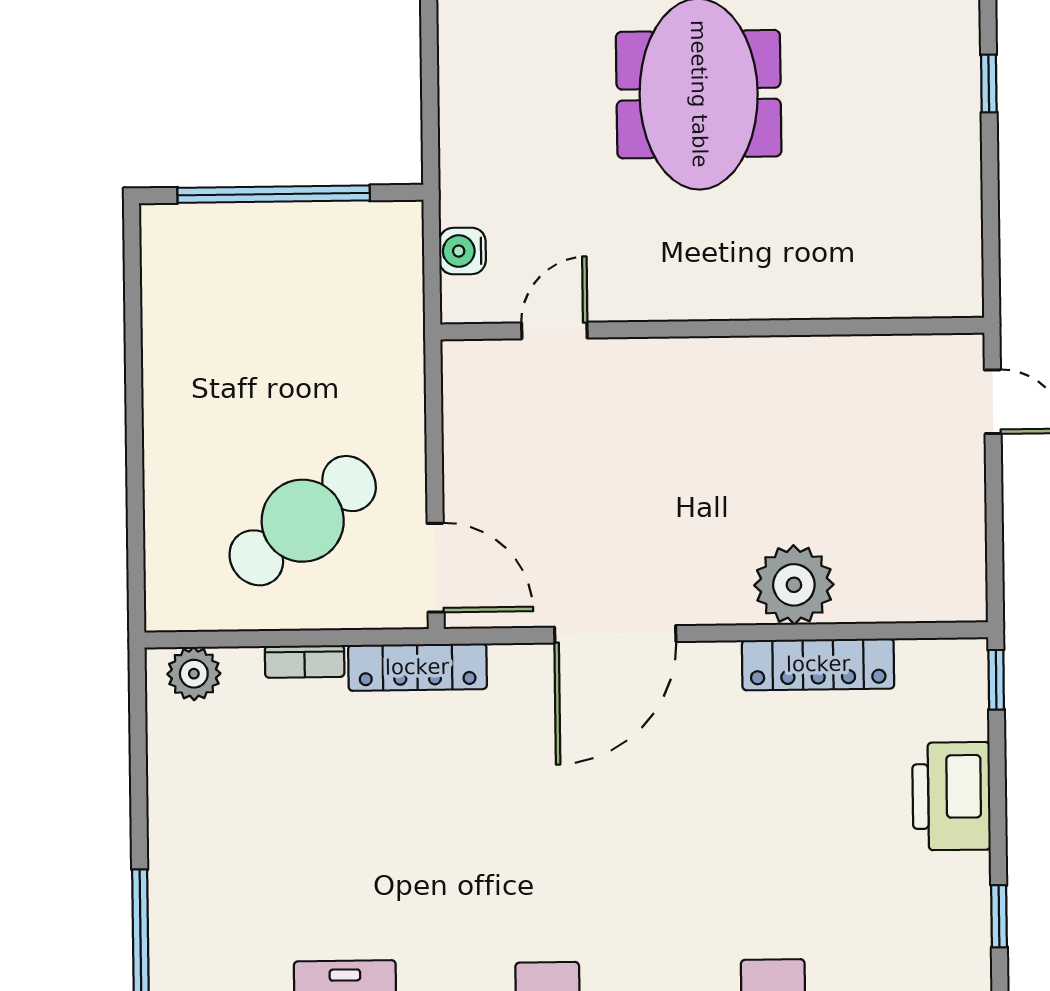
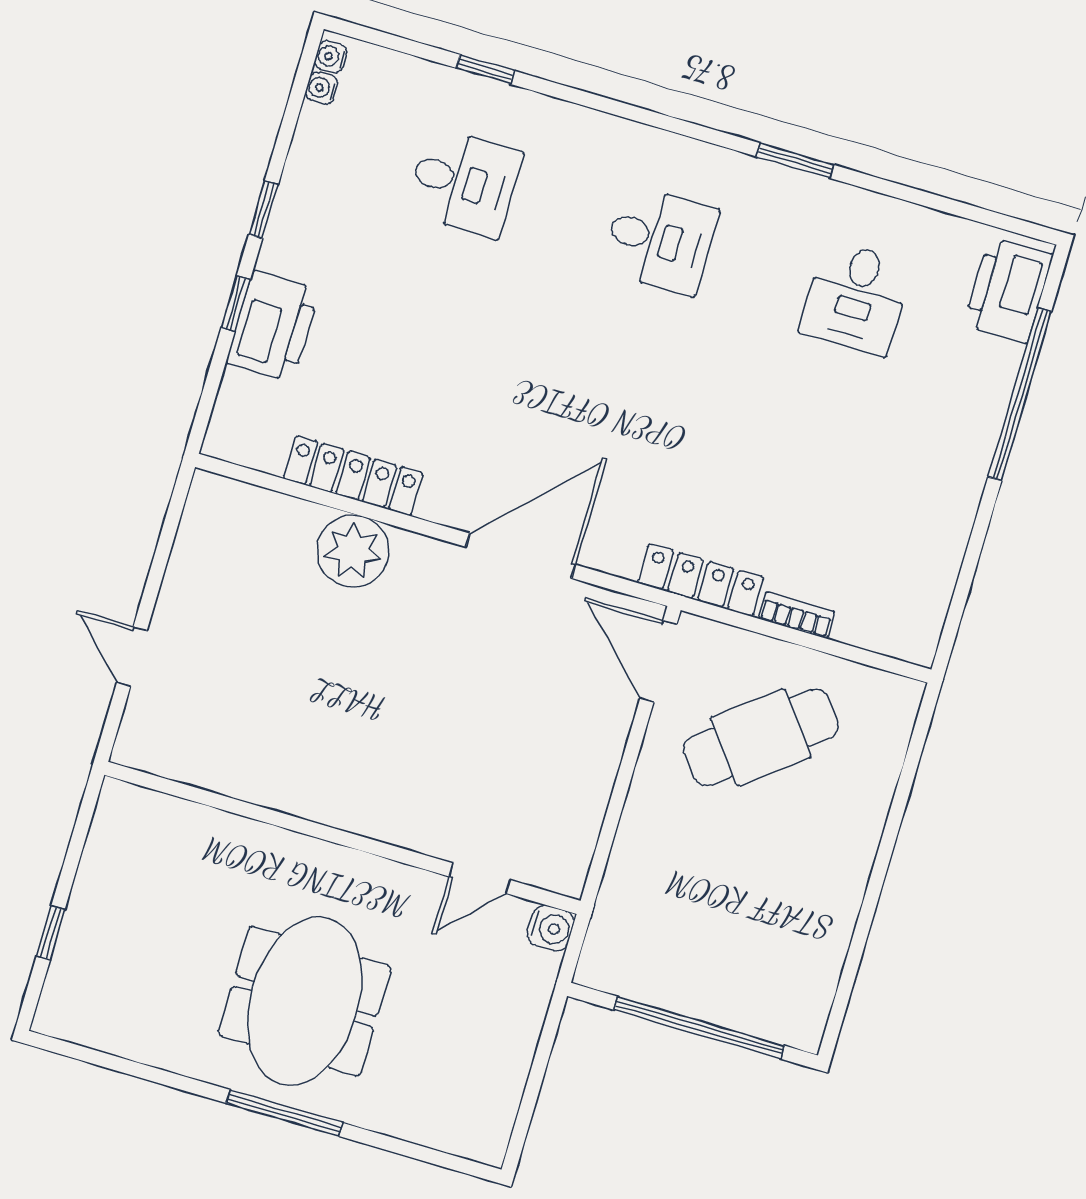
wall: (712, 329) -> (342, 838), moved
door: (554, 331) -> (480, 878), moved
plant: (194, 674) -> (896, 634), removed
window: (996, 680) -> (236, 304), moved

